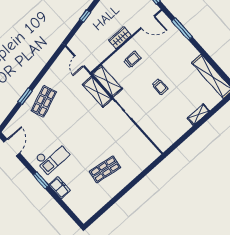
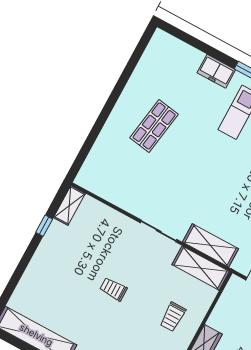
shelving: (198, 115) -> (69, 205), moved
window: (186, 136) -> (44, 226), added

